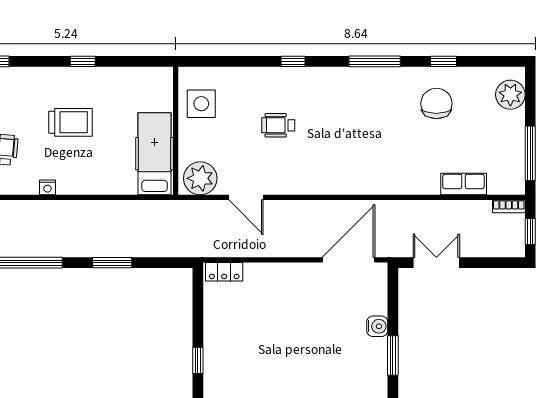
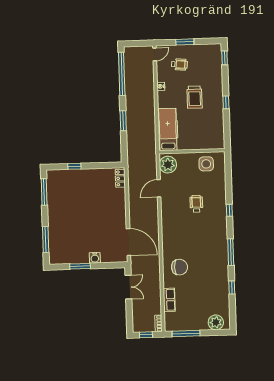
chair: (436, 104) -> (180, 267), moved
hospital bed: (155, 154) -> (168, 129), moved, turned -90

